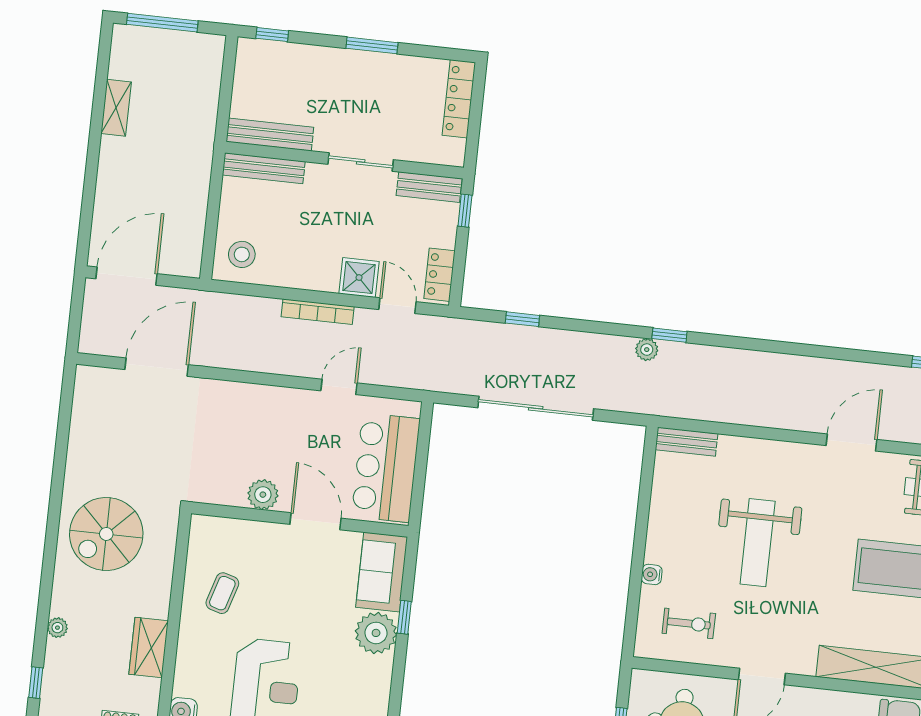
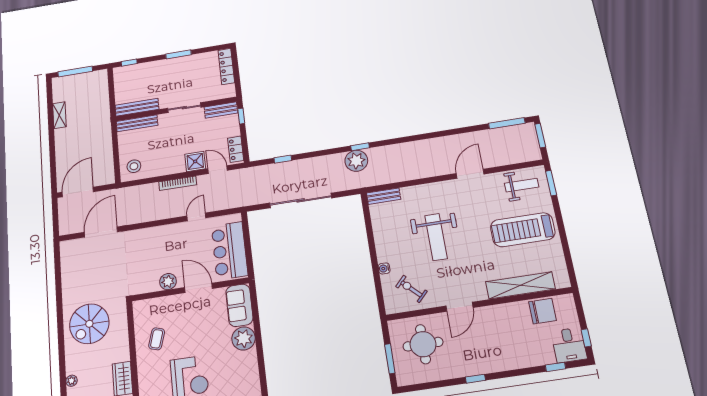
plant: (647, 350) -> (356, 161), width x1.87, depth x1.87
window: (404, 617) -> (257, 326), removed
exercise bike: (689, 623) -> (411, 289), turned -136

